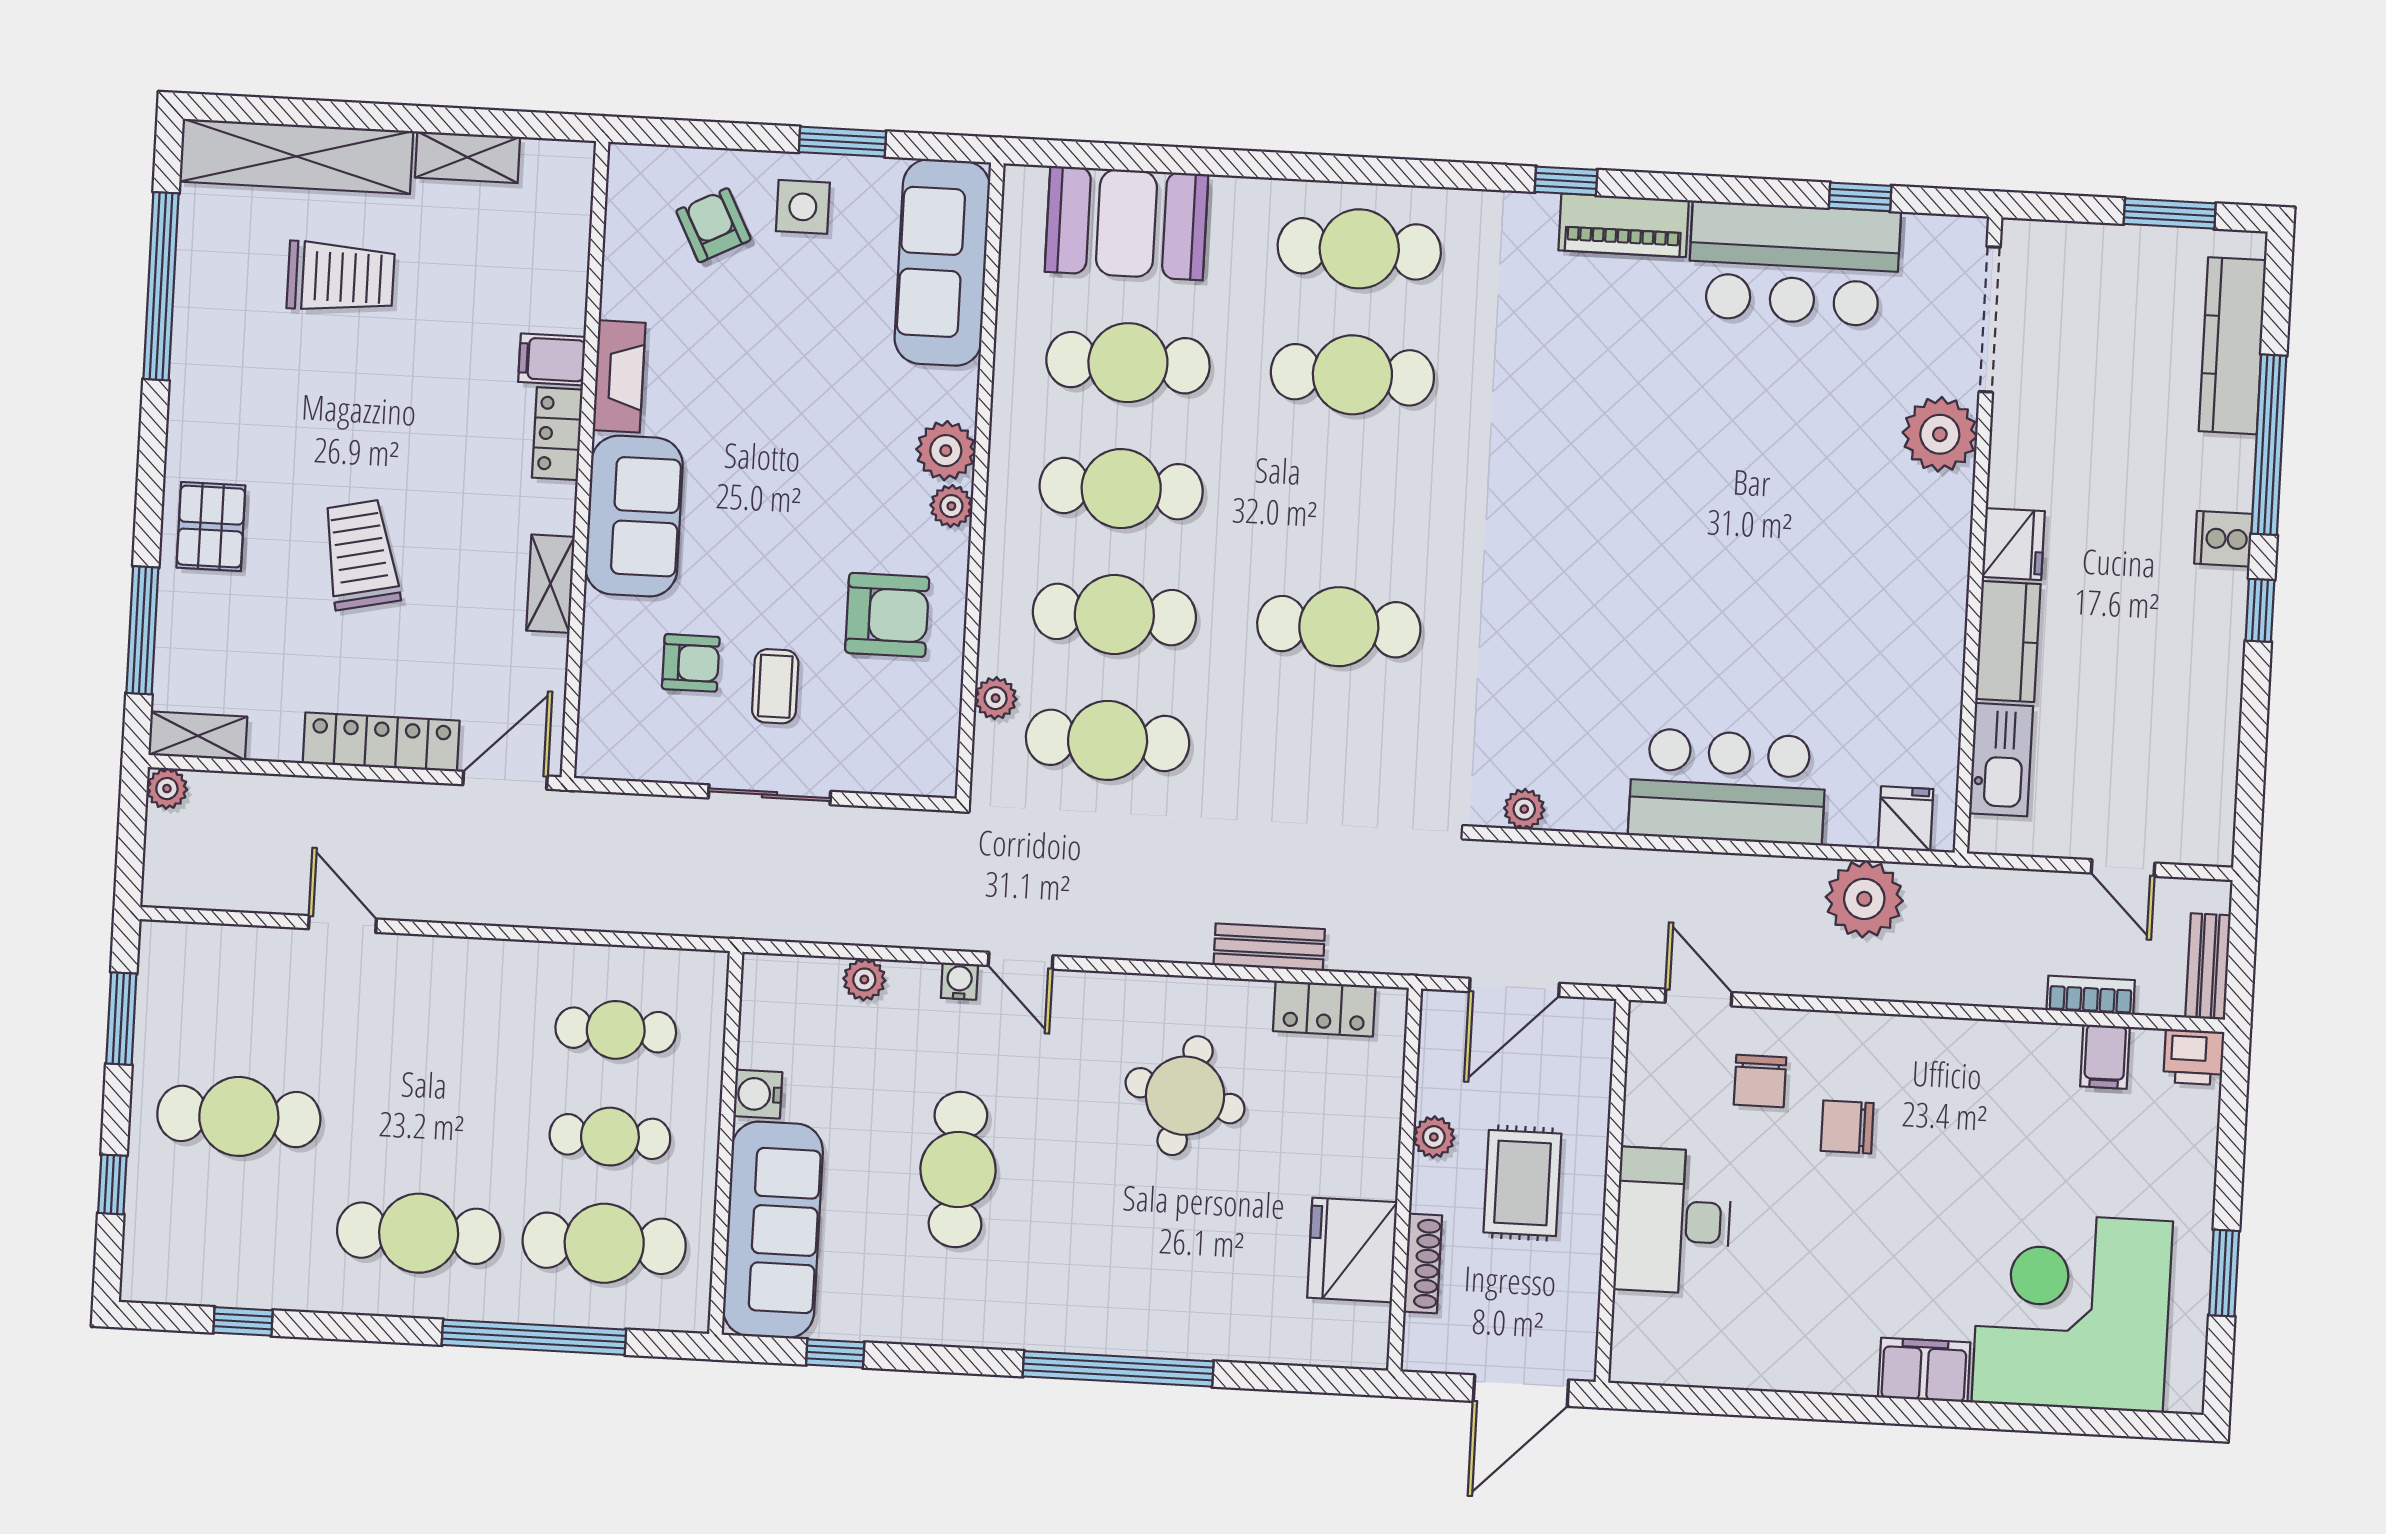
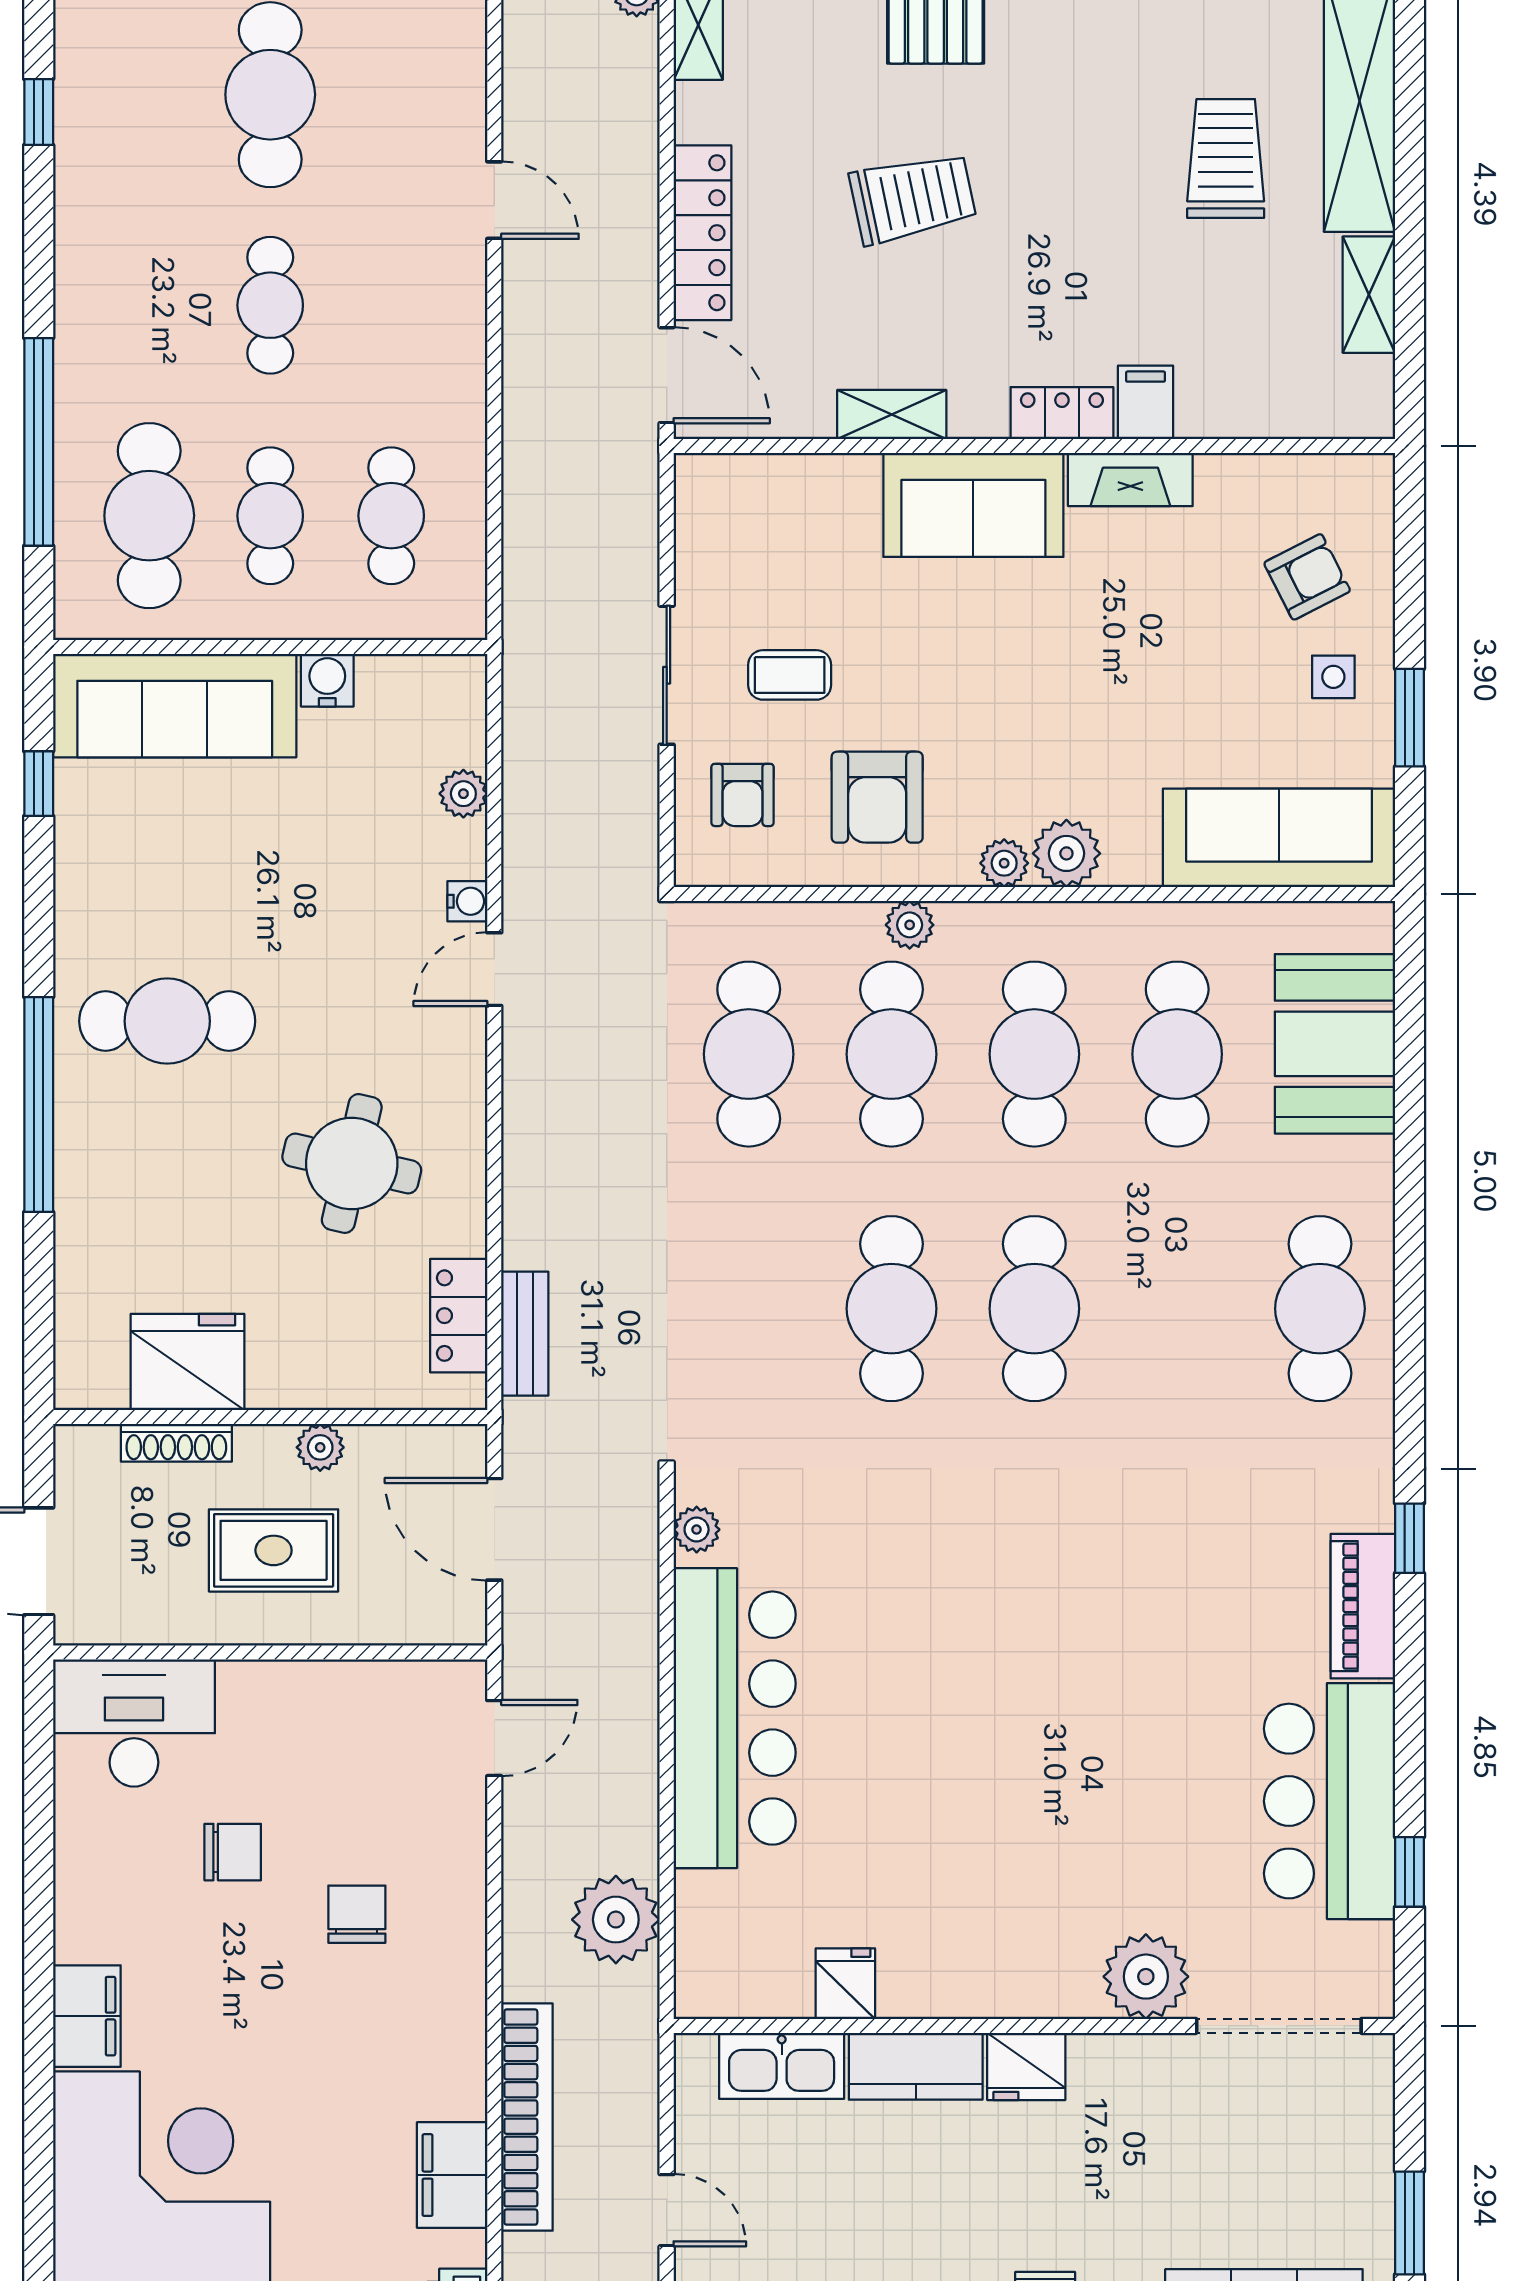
side table: (803, 207) -> (1333, 677), width x0.73, depth x0.73
trolley: (341, 277) -> (1226, 158), turned 180
cafe table: (1352, 375) -> (1034, 1309), moved
armchair: (691, 663) -> (743, 795), moved
plant: (996, 698) -> (910, 925), moved
bar counter: (1728, 786) -> (735, 1718), width x1.36
fridge: (1906, 819) -> (845, 1984), moved, turned -90
door: (2123, 868) -> (667, 2210), swing flipped
door: (342, 924) -> (494, 200), hinge flipped
bench: (1269, 947) -> (525, 1334), moved
bookcase: (2091, 995) -> (527, 2117), width x2.31, depth x1.31
filing cabinet: (2105, 1057) -> (452, 2175), width x2.00
chair: (1760, 1081) -> (233, 1852), moved, turned 180
cafe table: (958, 1170) -> (167, 1021), moved
desk: (1673, 1221) -> (134, 1723), moved
cafe table: (419, 1233) -> (270, 305), moved, width x0.73, depth x0.74

